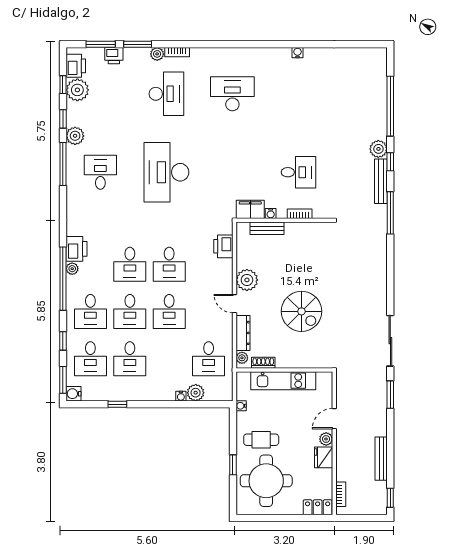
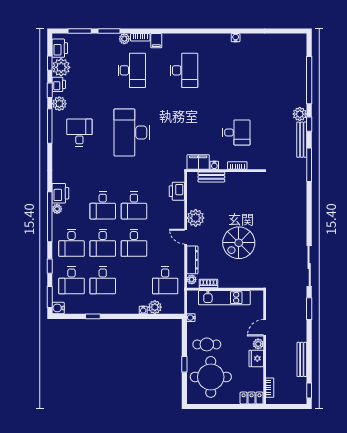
printer: (114, 56) -> (59, 84), moved, turned -90
filing cabinet: (197, 56) -> (156, 41), added
desk: (232, 94) -> (184, 70), turned 90
spiral stairs: (302, 311) -> (239, 243), turned 90

